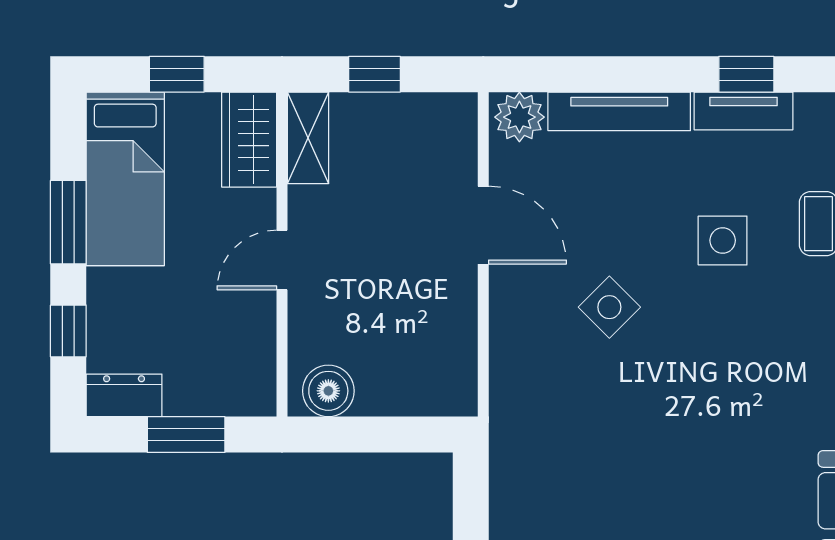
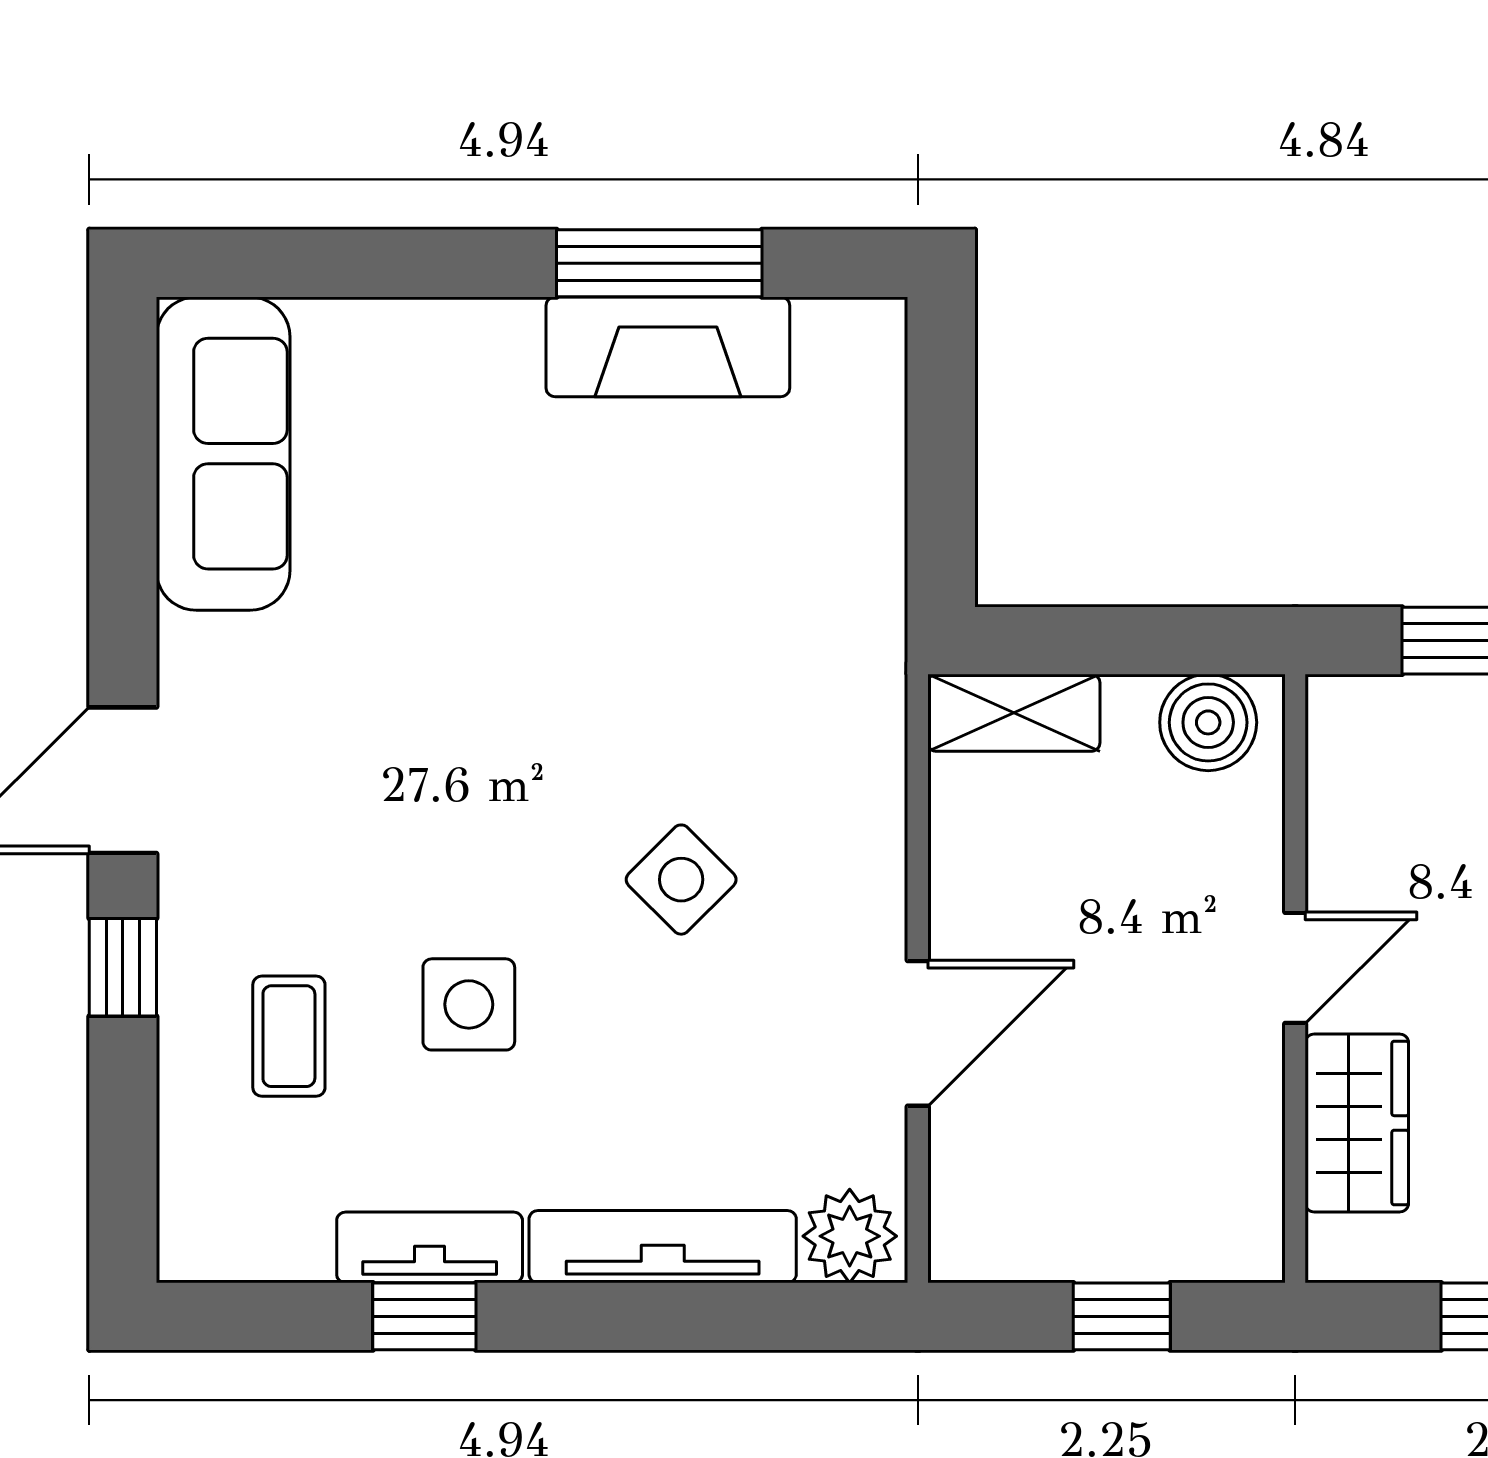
shelving: (308, 138) -> (1014, 713), moved, turned 90
wardrobe: (249, 140) -> (1357, 1123), moved
door: (483, 225) -> (918, 1033), swing flipped

